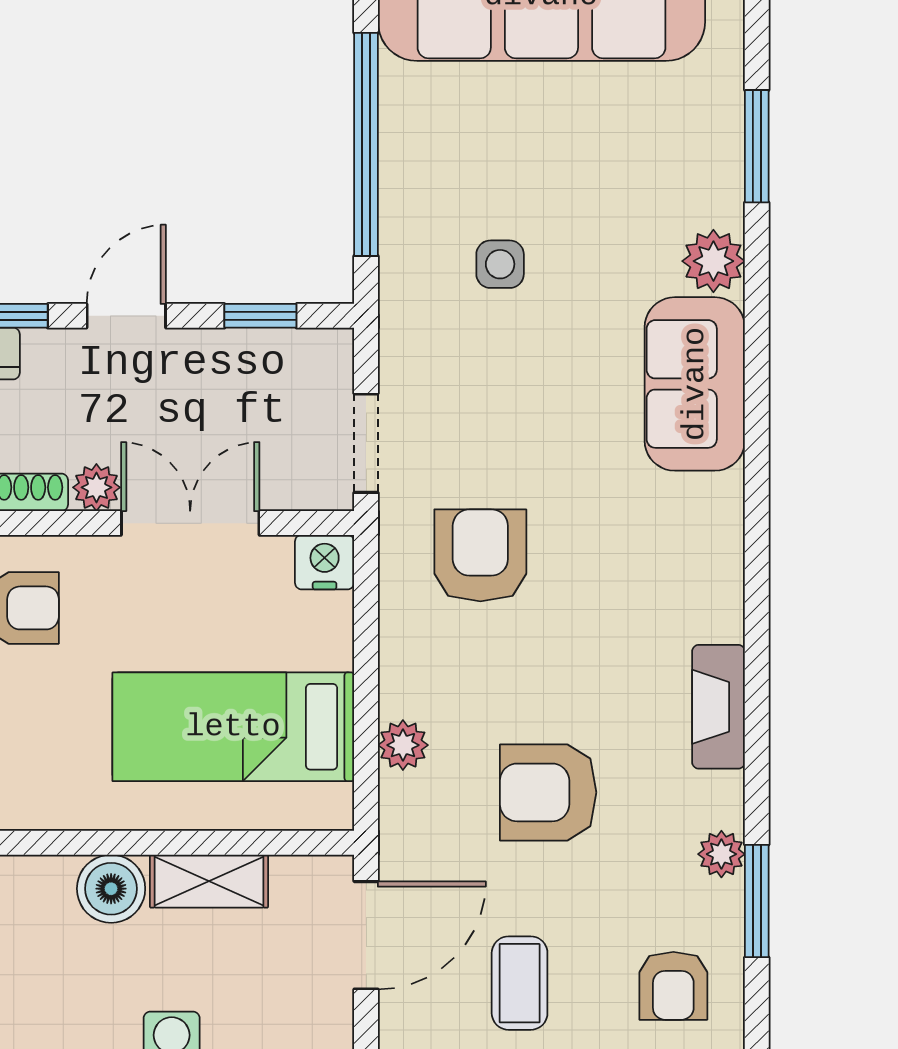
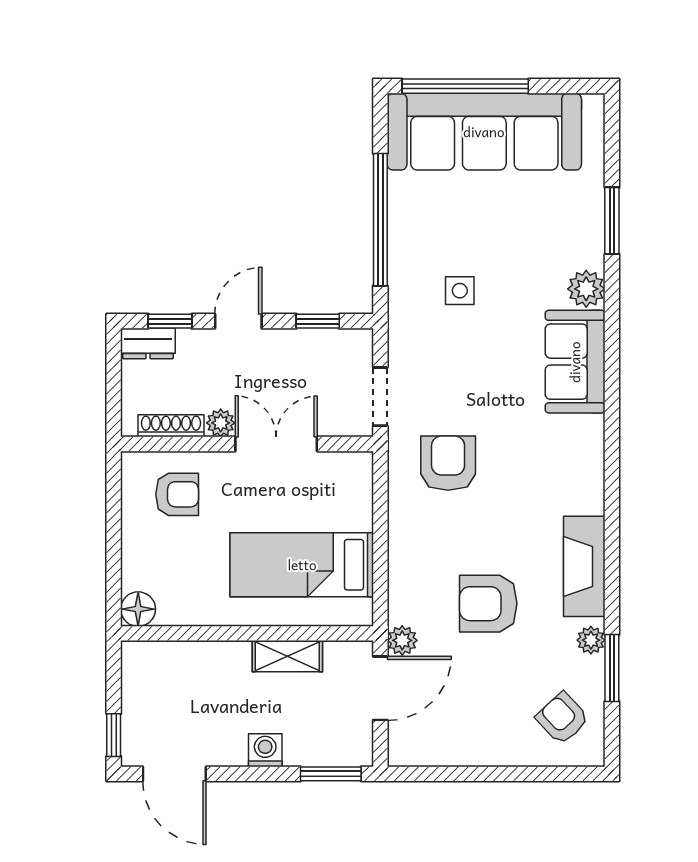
nightstand: (325, 562) -> (356, 467), removed
fireplace: (718, 707) -> (584, 566), width x1.37, depth x1.32
plant: (403, 745) -> (402, 640), moved
boiler: (111, 889) -> (229, 661), removed
coffee table: (520, 983) -> (471, 717), removed
armchair: (673, 986) -> (562, 718), turned 137

